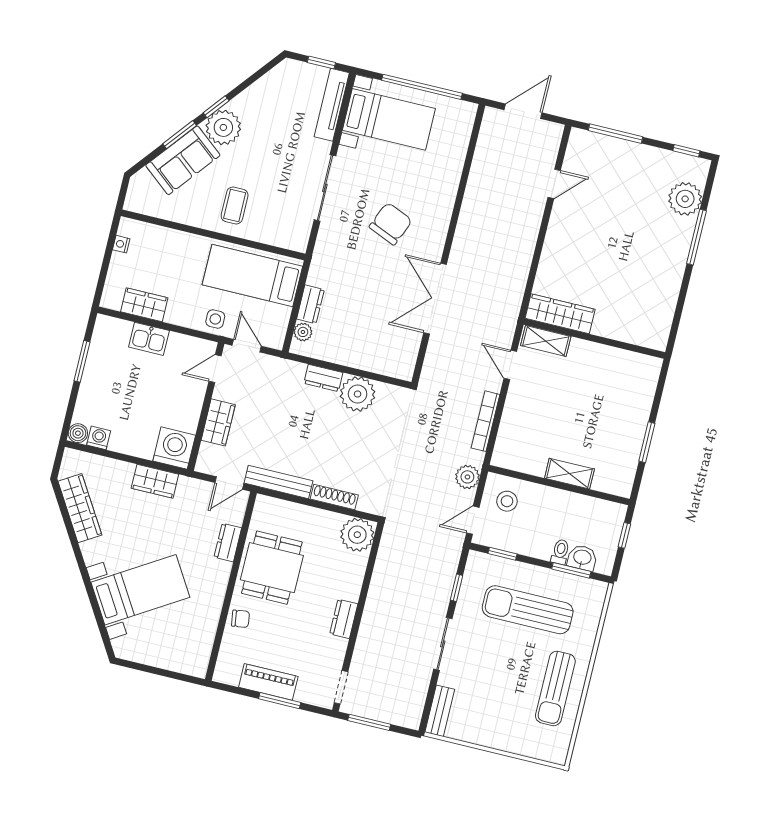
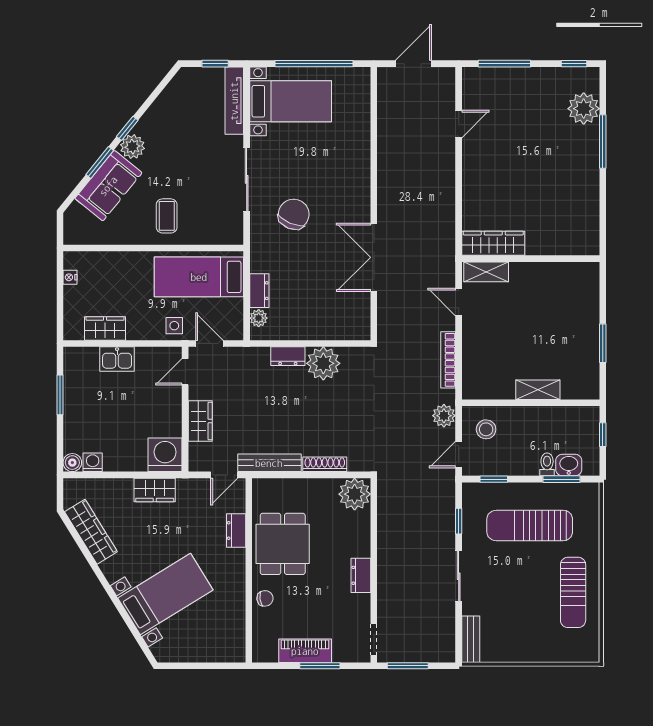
plant: (223, 127) -> (132, 147), width x0.73, depth x0.73
chair: (391, 224) -> (294, 214), moved

